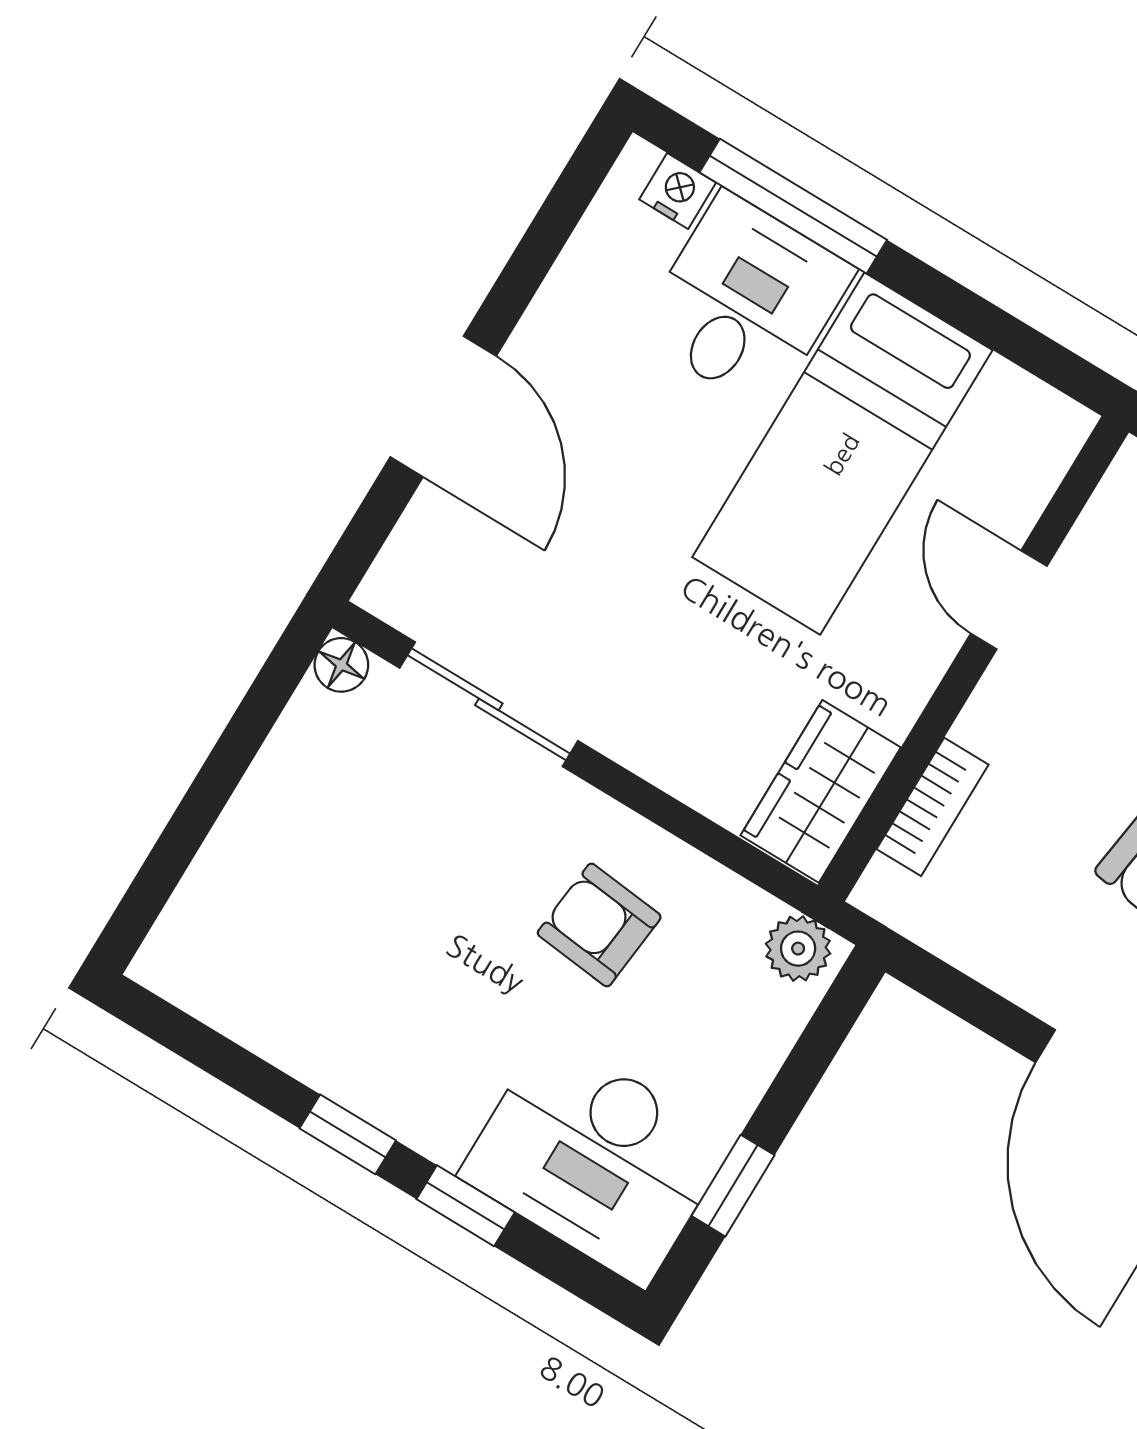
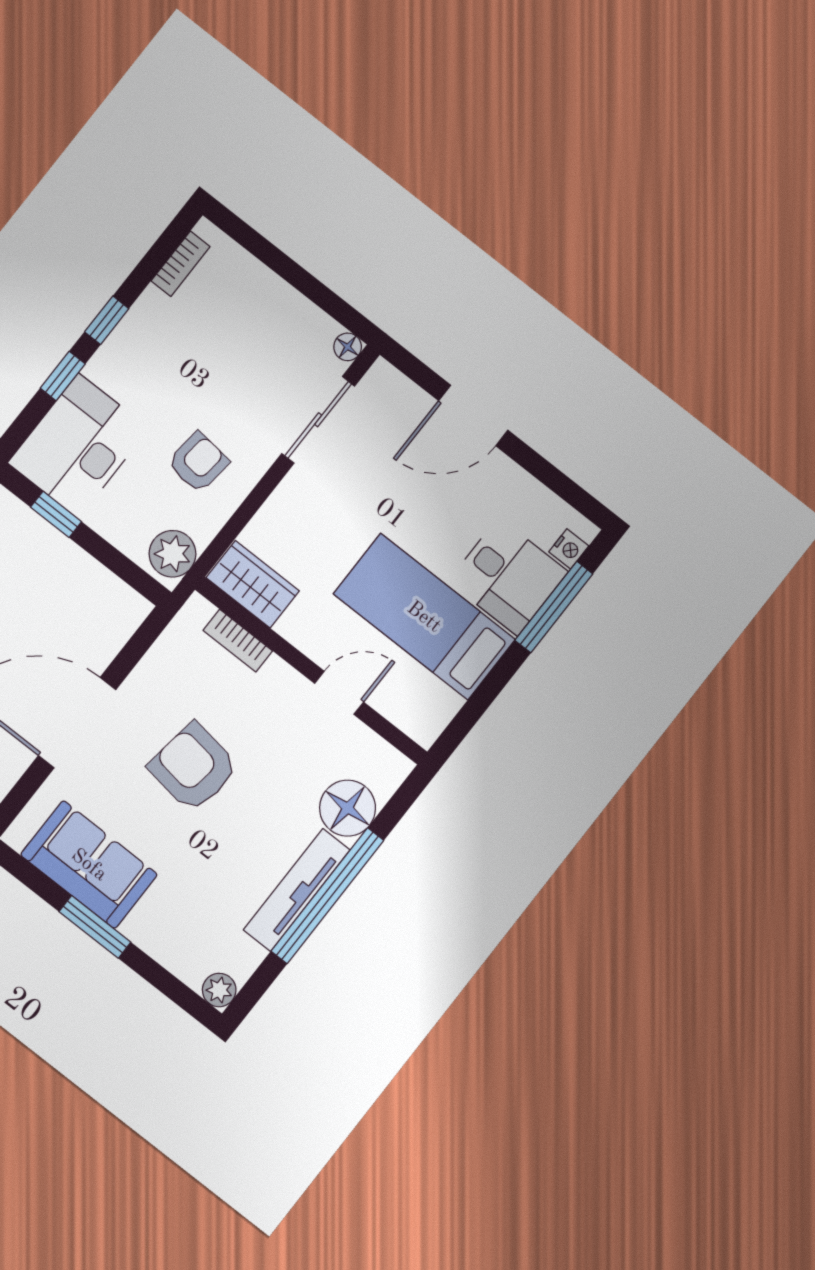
plant: (798, 949) -> (173, 554), width x1.38, depth x1.38
bookcase: (221, 1006) -> (181, 264), added

